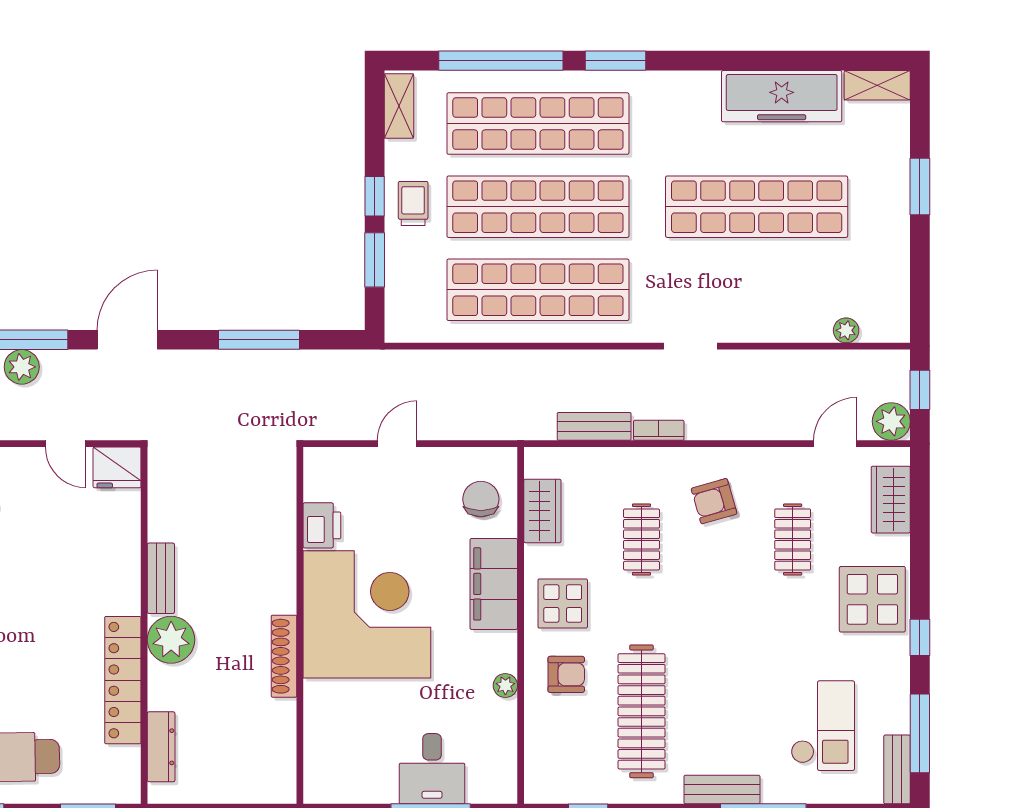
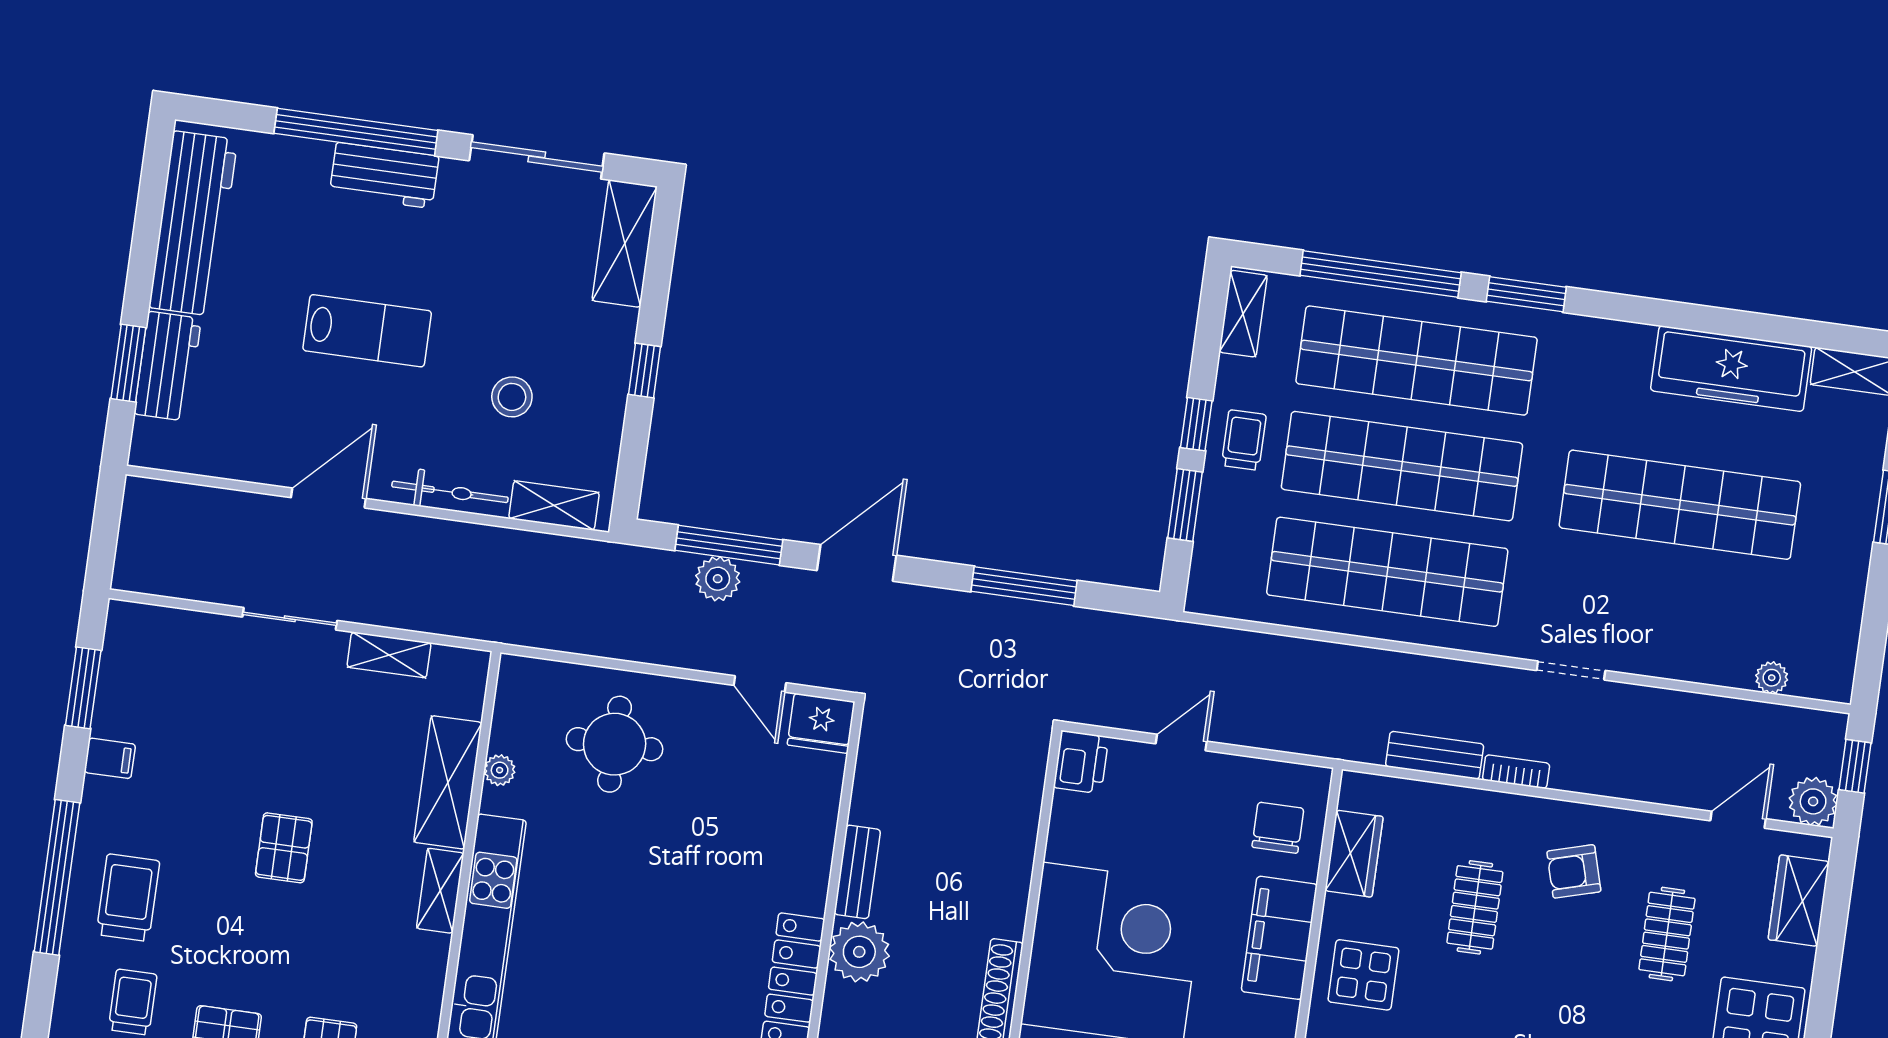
printer: (322, 525) -> (1081, 762), moved

